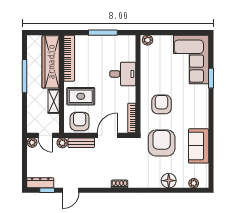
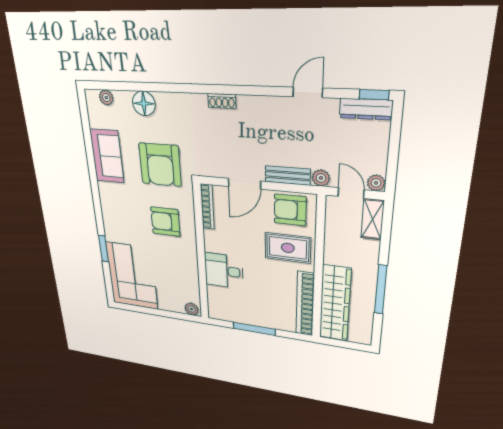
shelving: (54, 101) -> (373, 219), moved
armchair: (162, 104) -> (165, 222), turned 90
armchair: (80, 121) -> (290, 210), turned 90
window: (47, 190) -> (374, 95), moved

